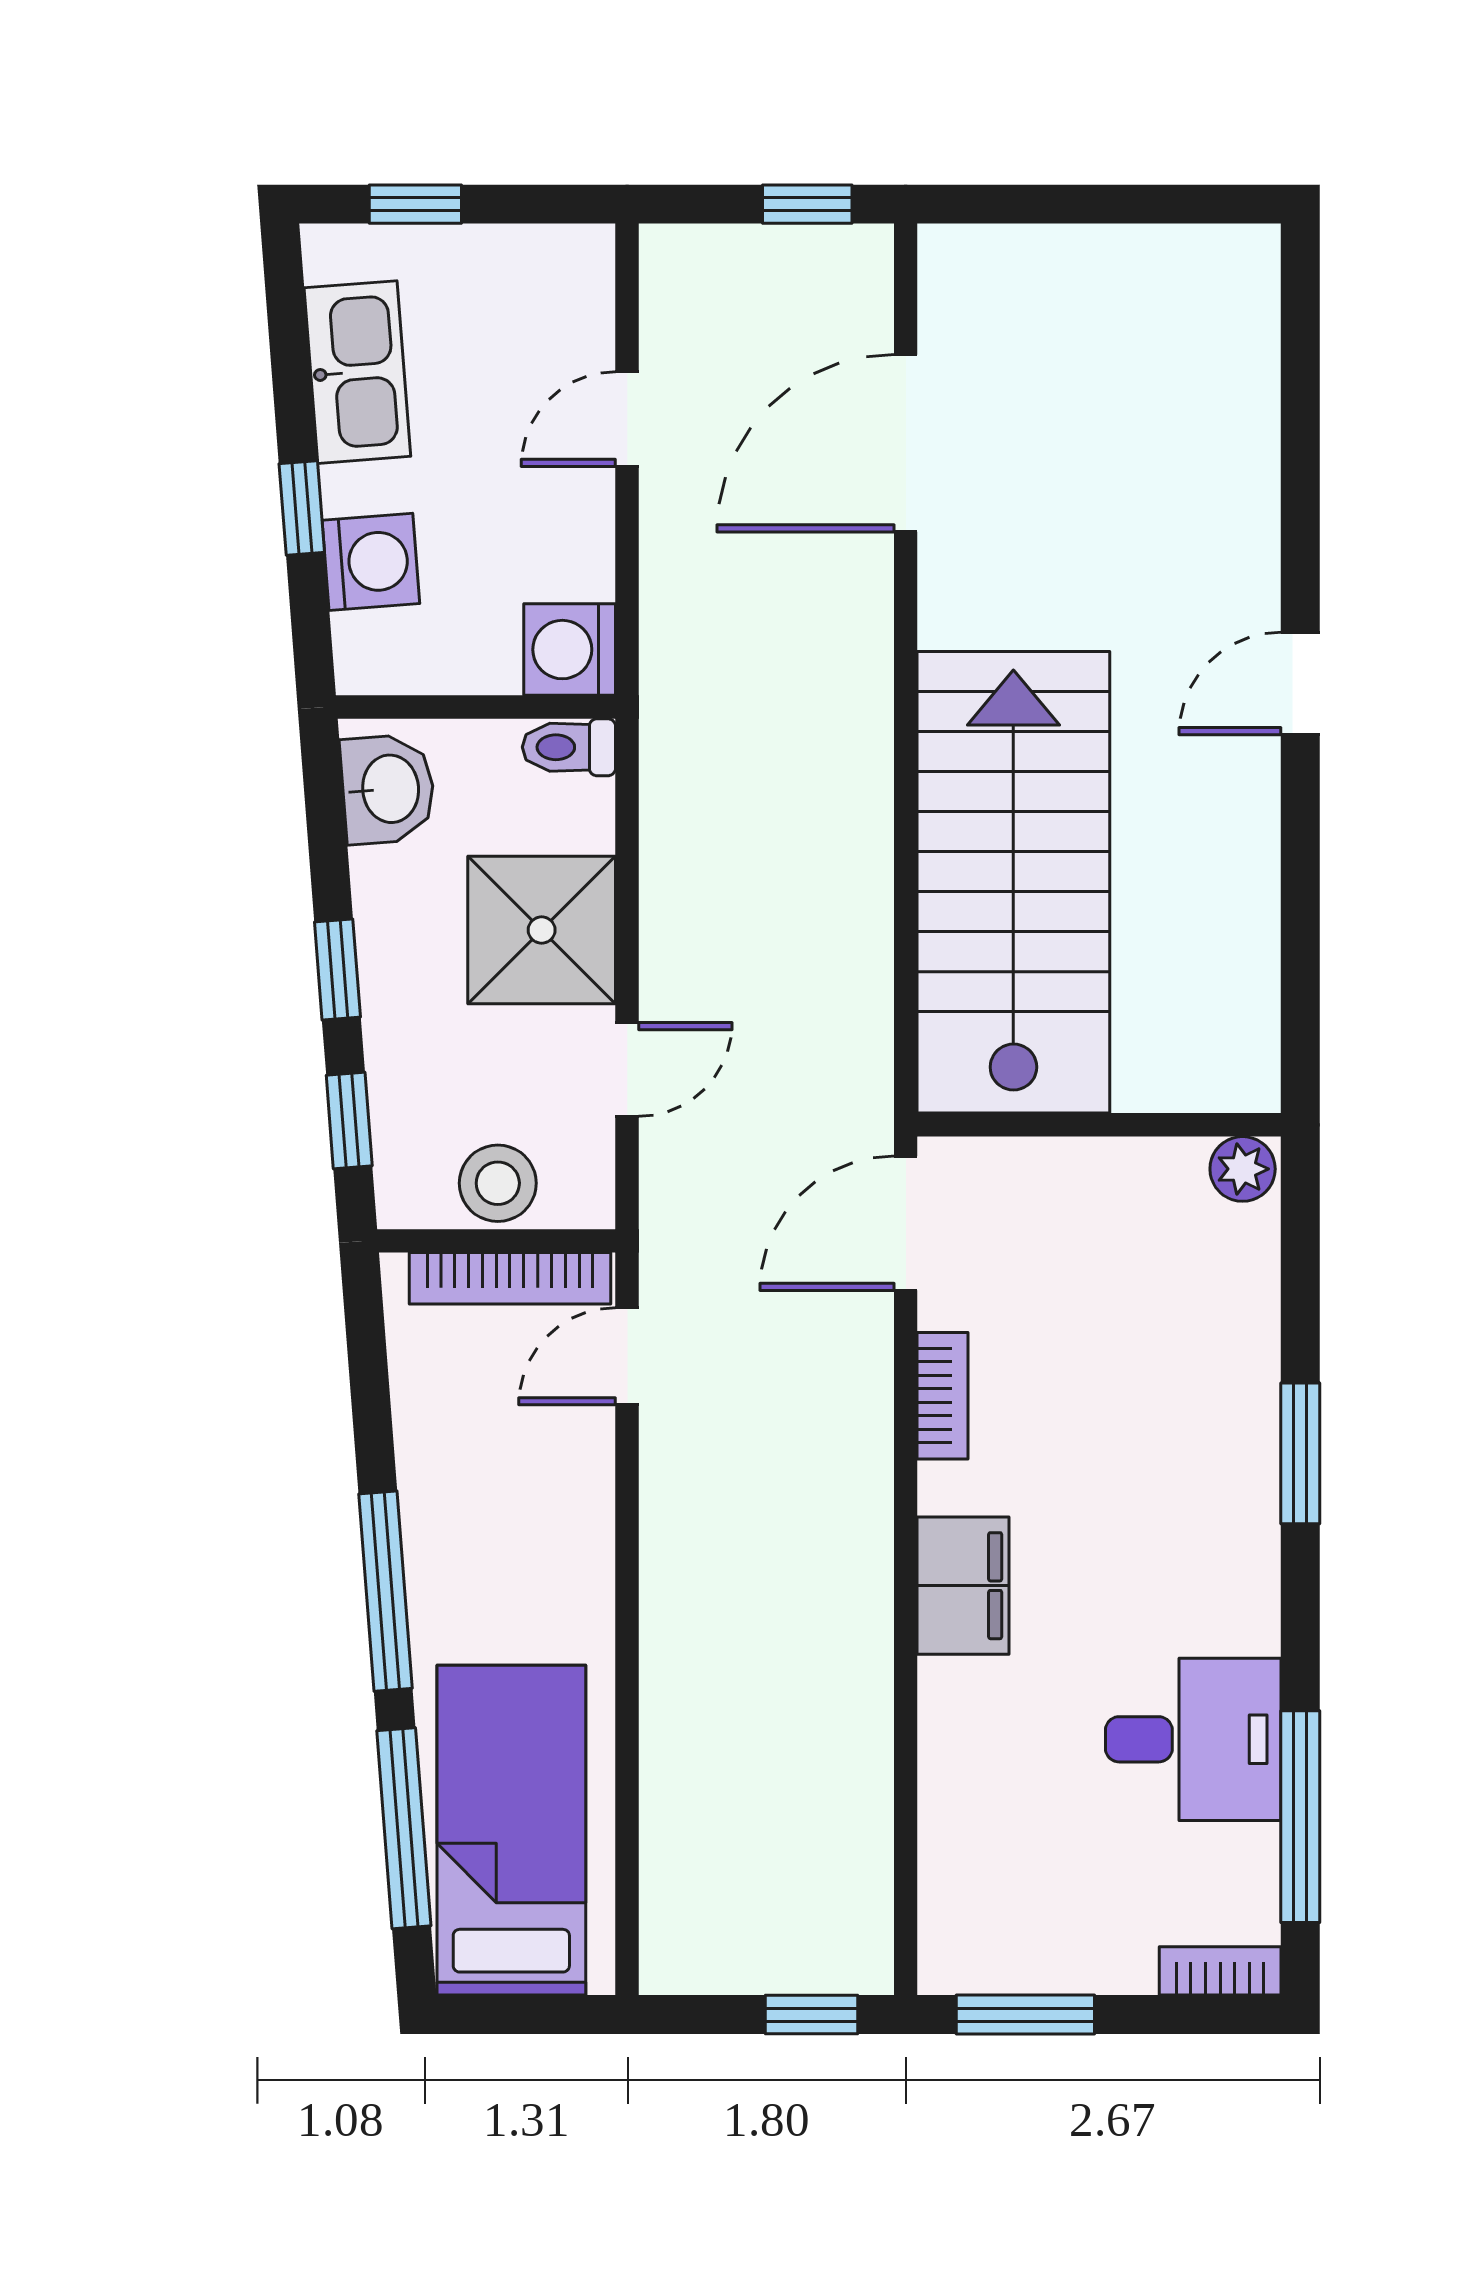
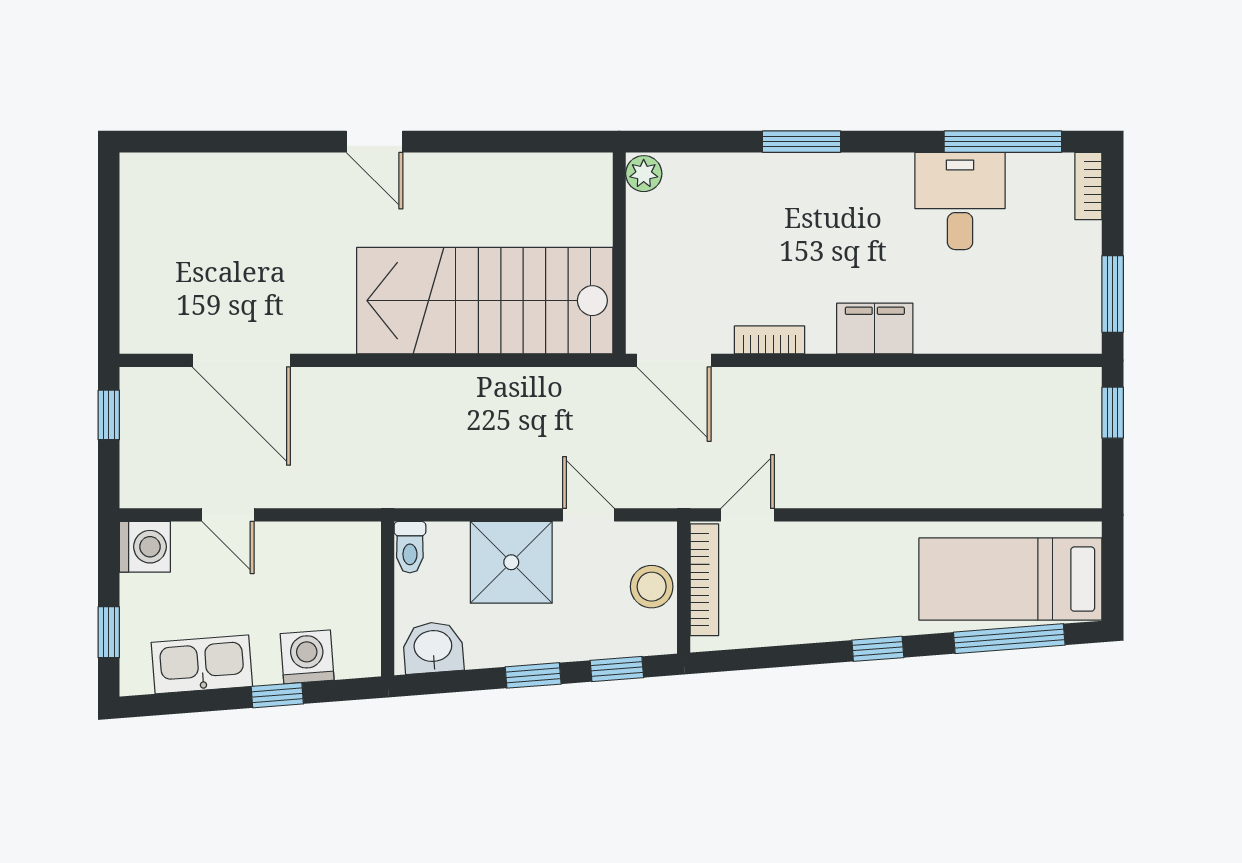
washing machine: (570, 650) -> (145, 547), moved, turned -90
door: (627, 1356) -> (748, 515), swing flipped
window: (386, 1591) -> (878, 649), width x0.46

